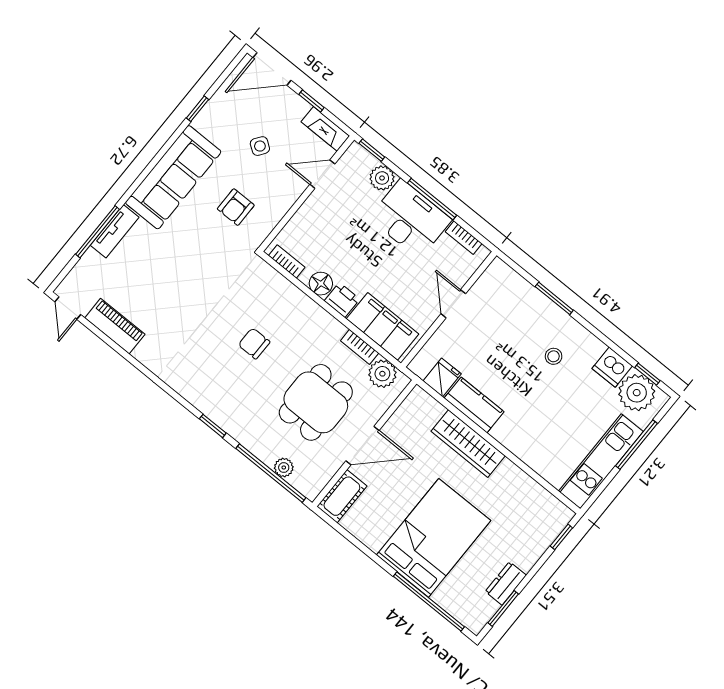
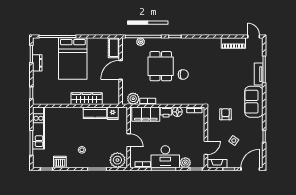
sofa: (173, 177) -> (254, 102), width x0.73
plant: (637, 393) -> (117, 160), moved
dining table: (316, 402) -> (161, 66), moved

